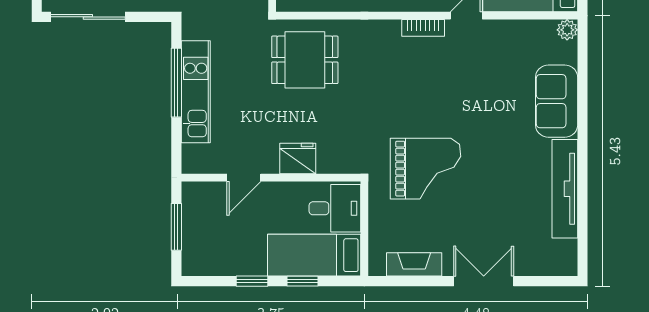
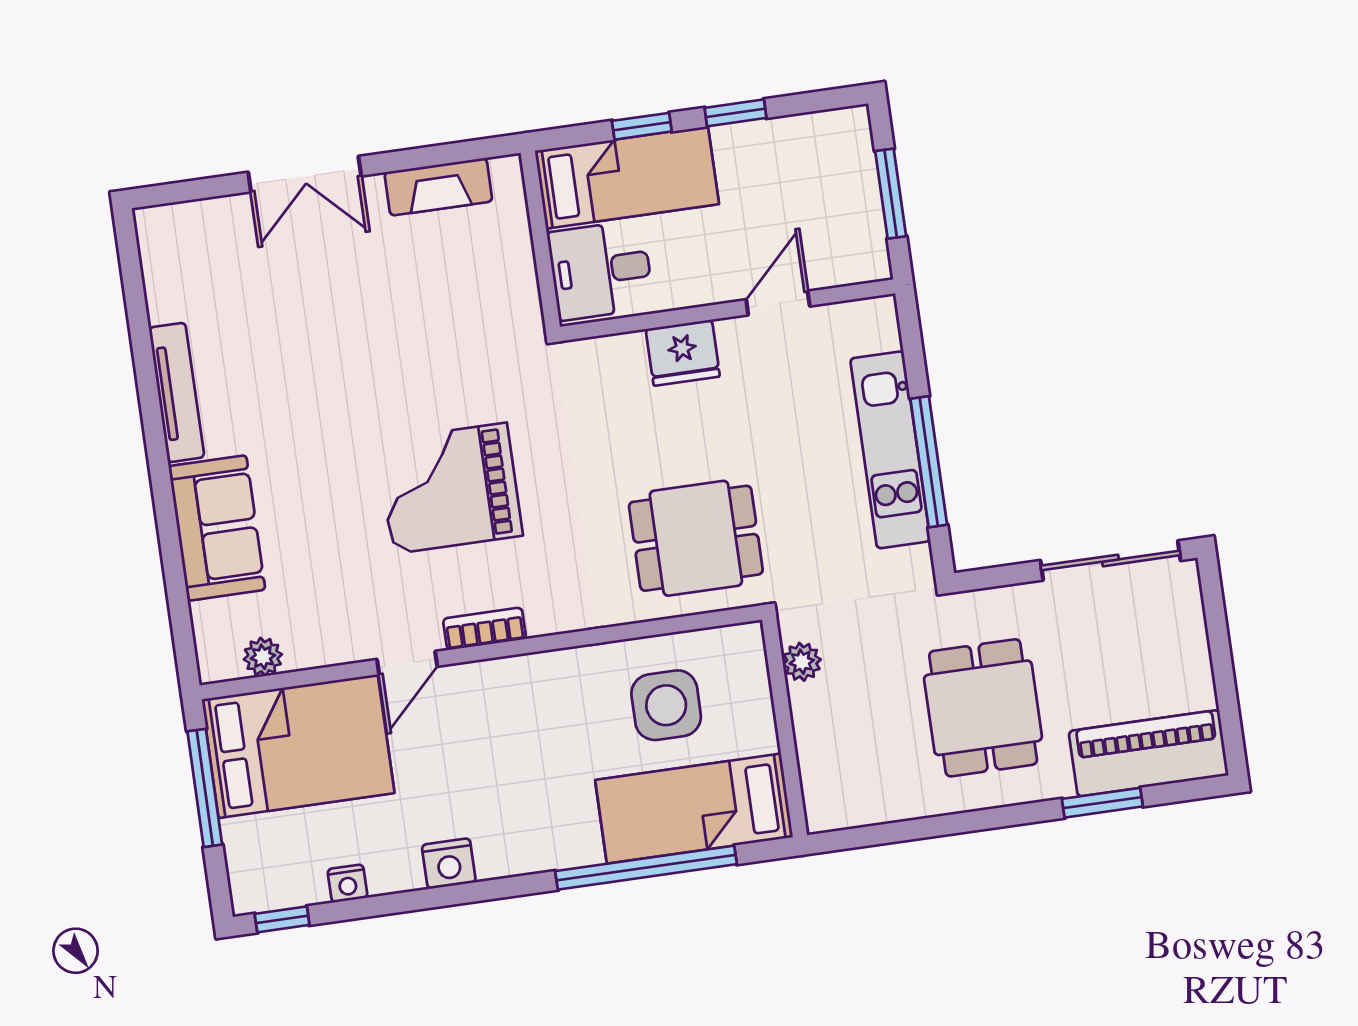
plant: (567, 30) -> (263, 657), moved
grand piano: (426, 169) -> (450, 488), moved
tv unit: (565, 189) -> (177, 392), width x0.73, depth x0.78

